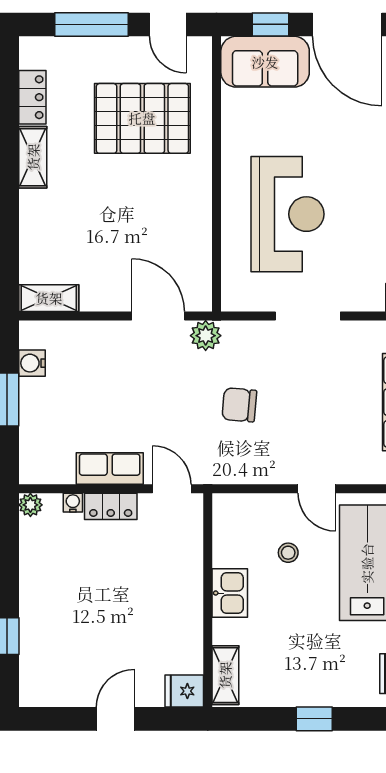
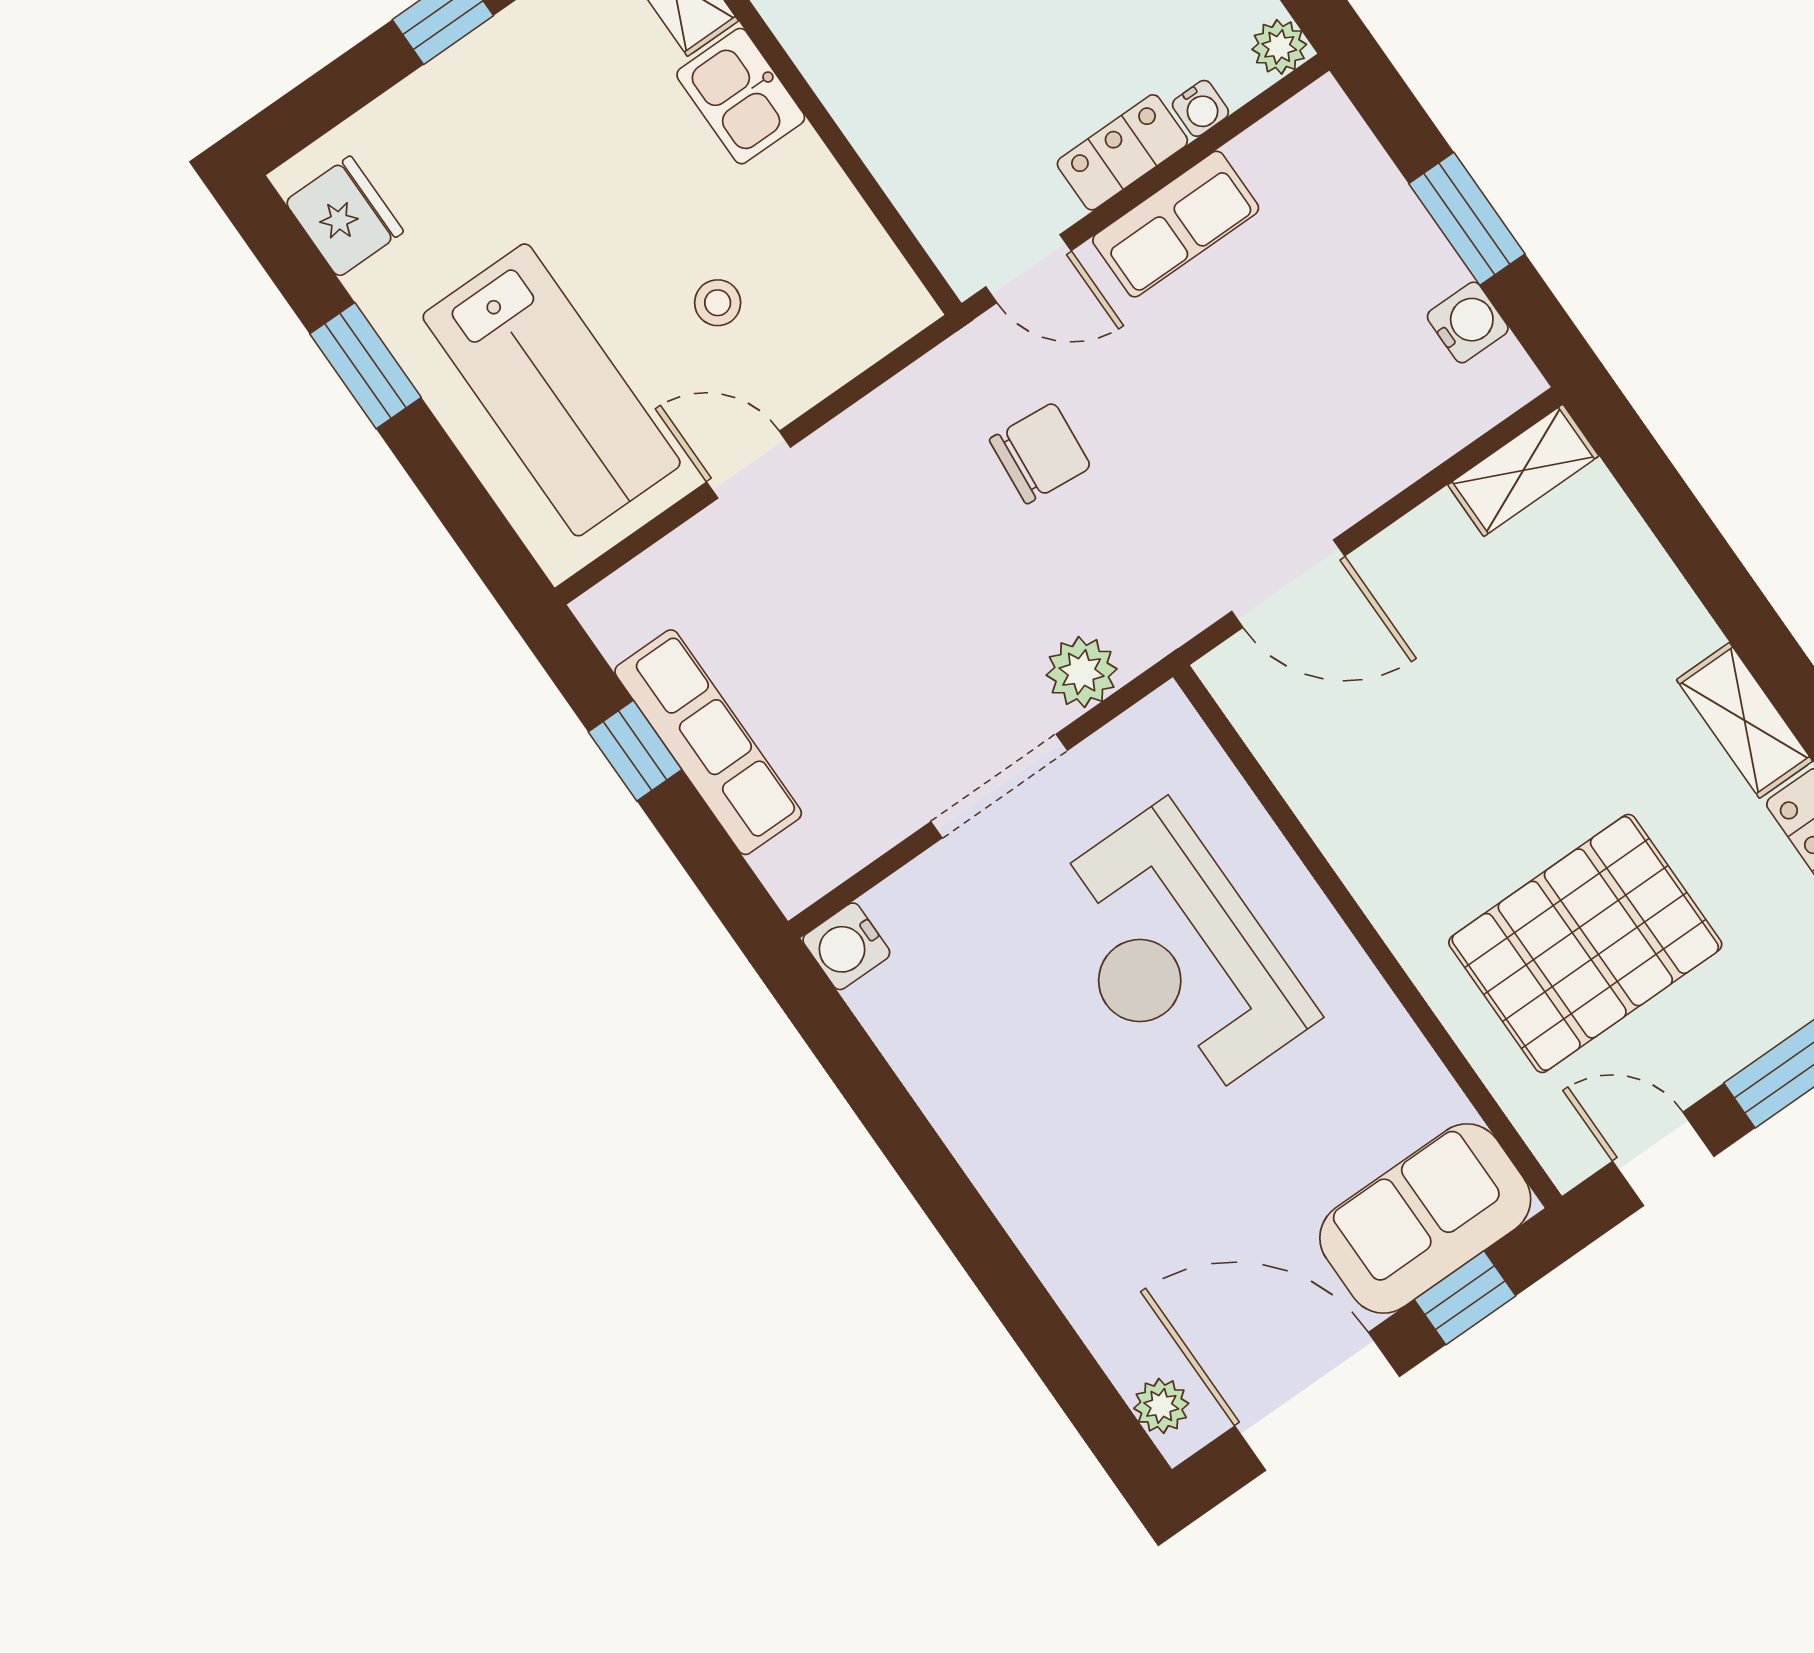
plant: (206, 336) -> (1082, 672), moved
chair: (239, 405) -> (1040, 453), moved
kitchen sink: (230, 593) -> (741, 96), moved

